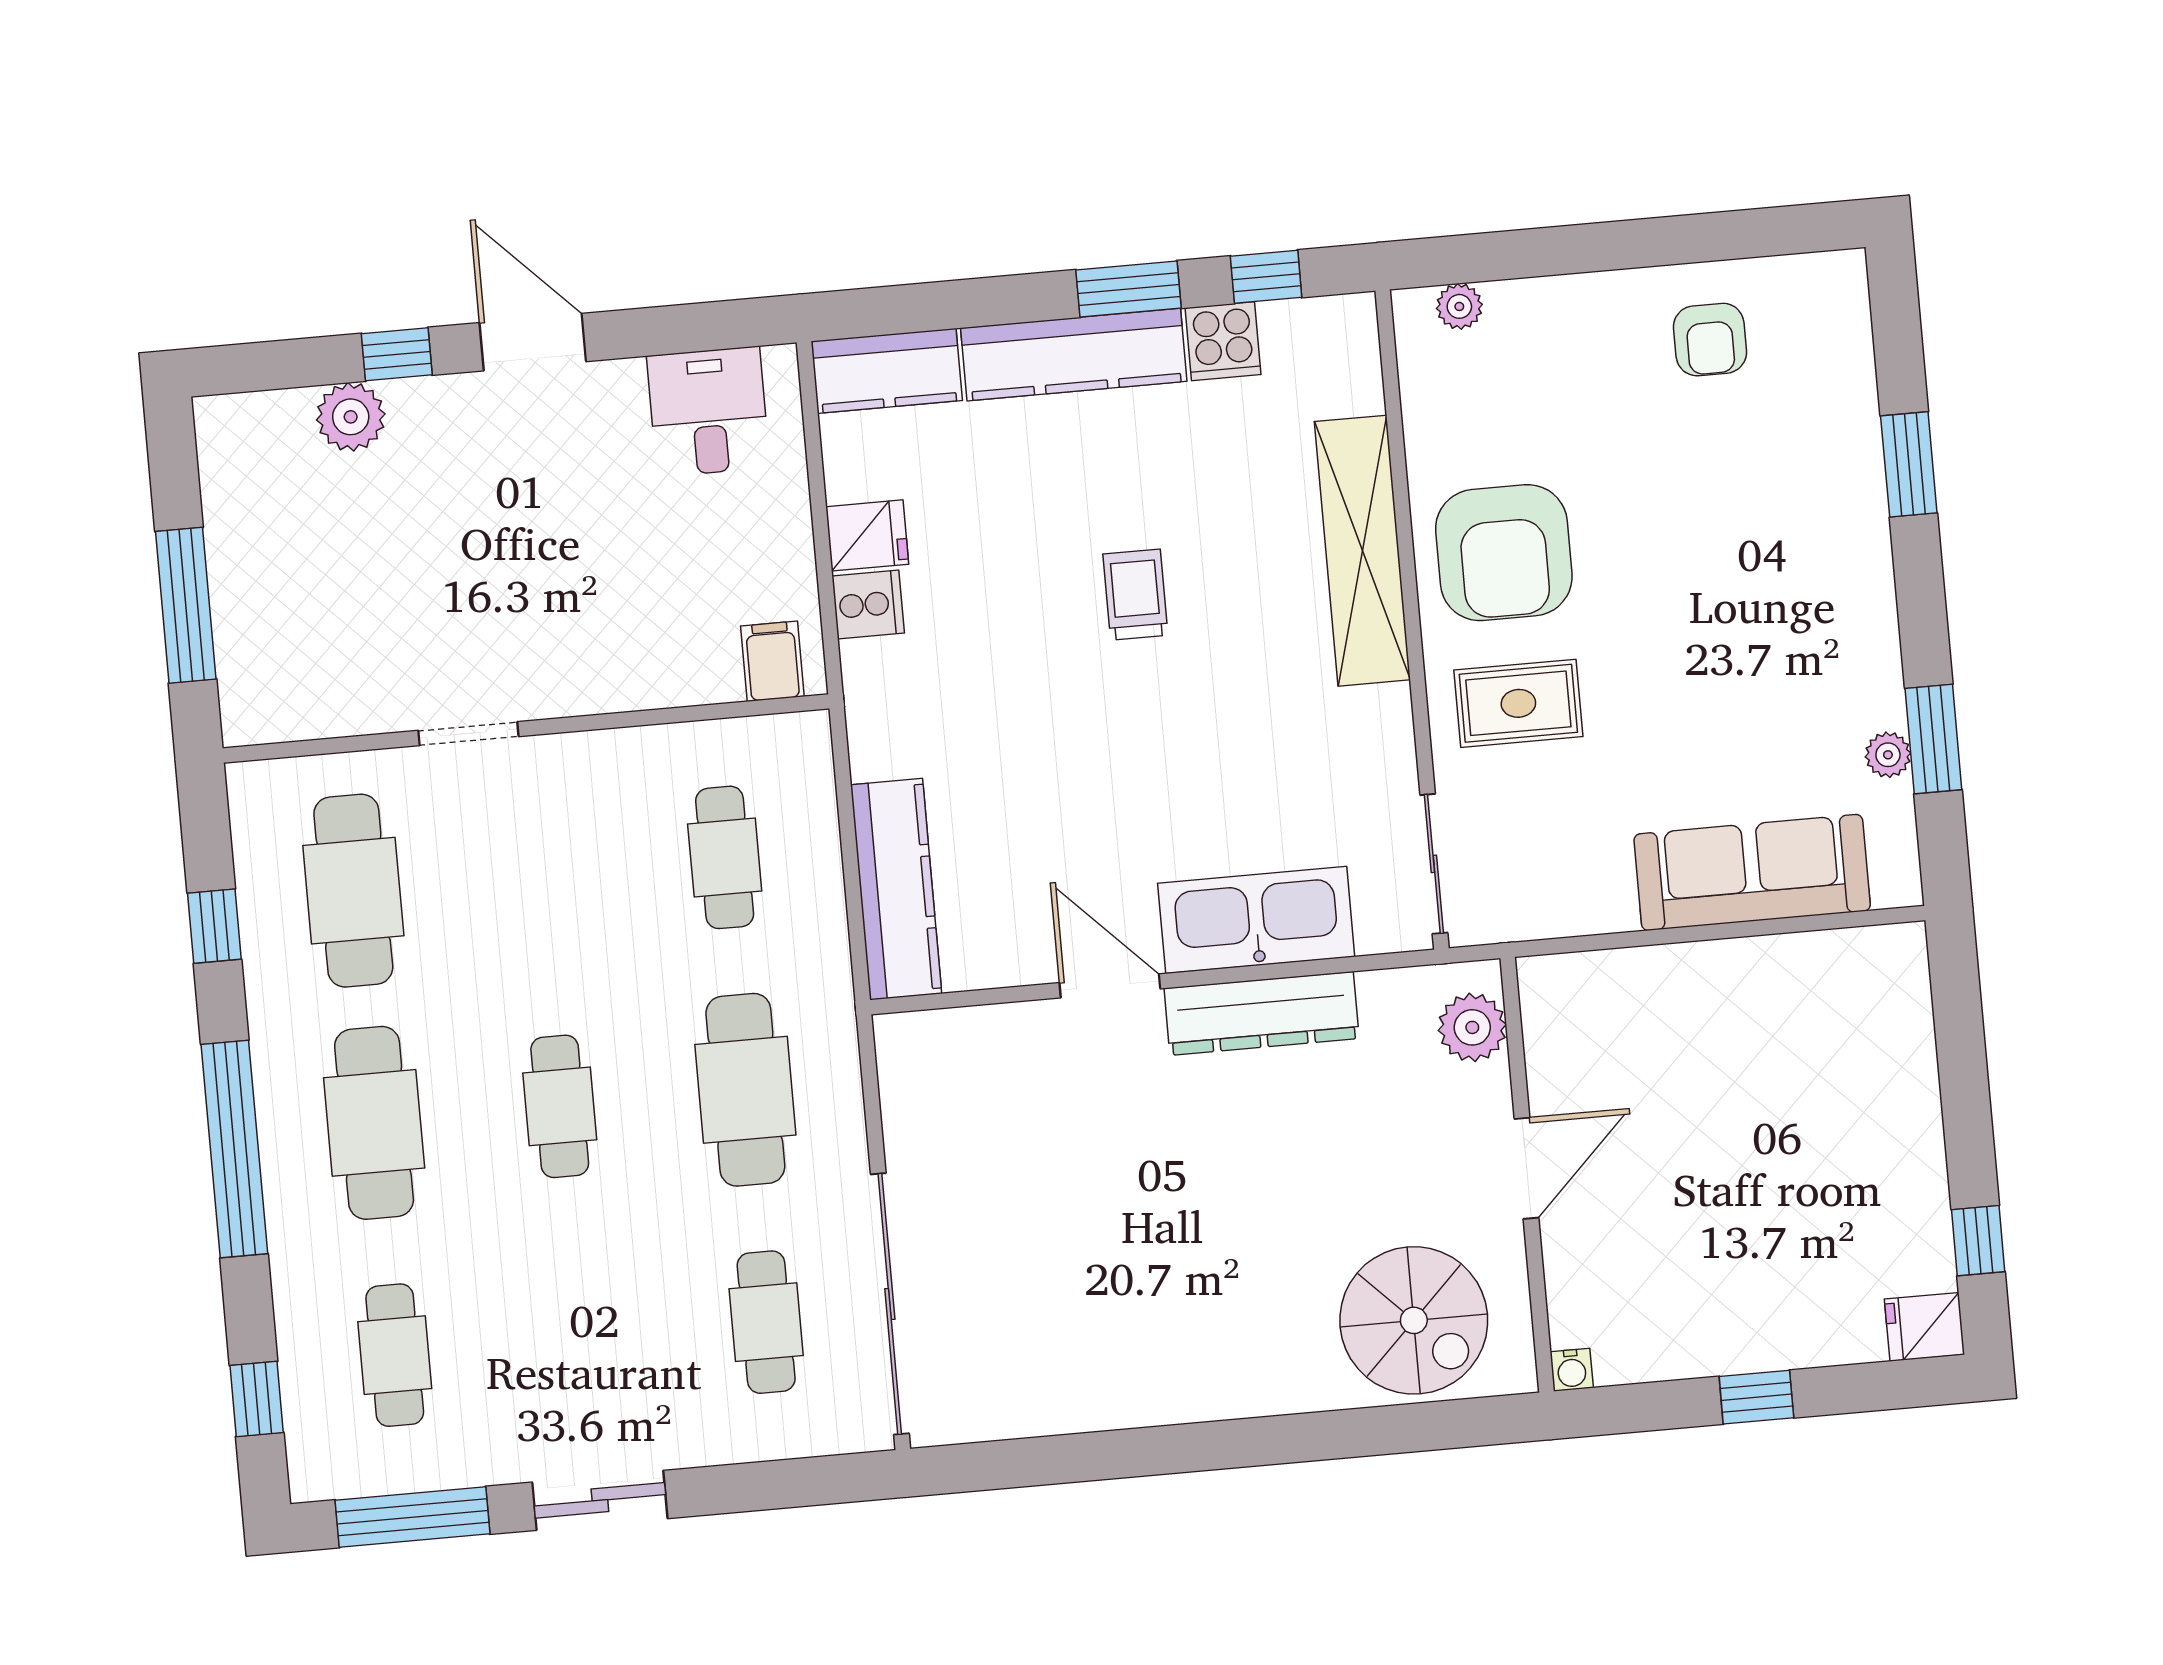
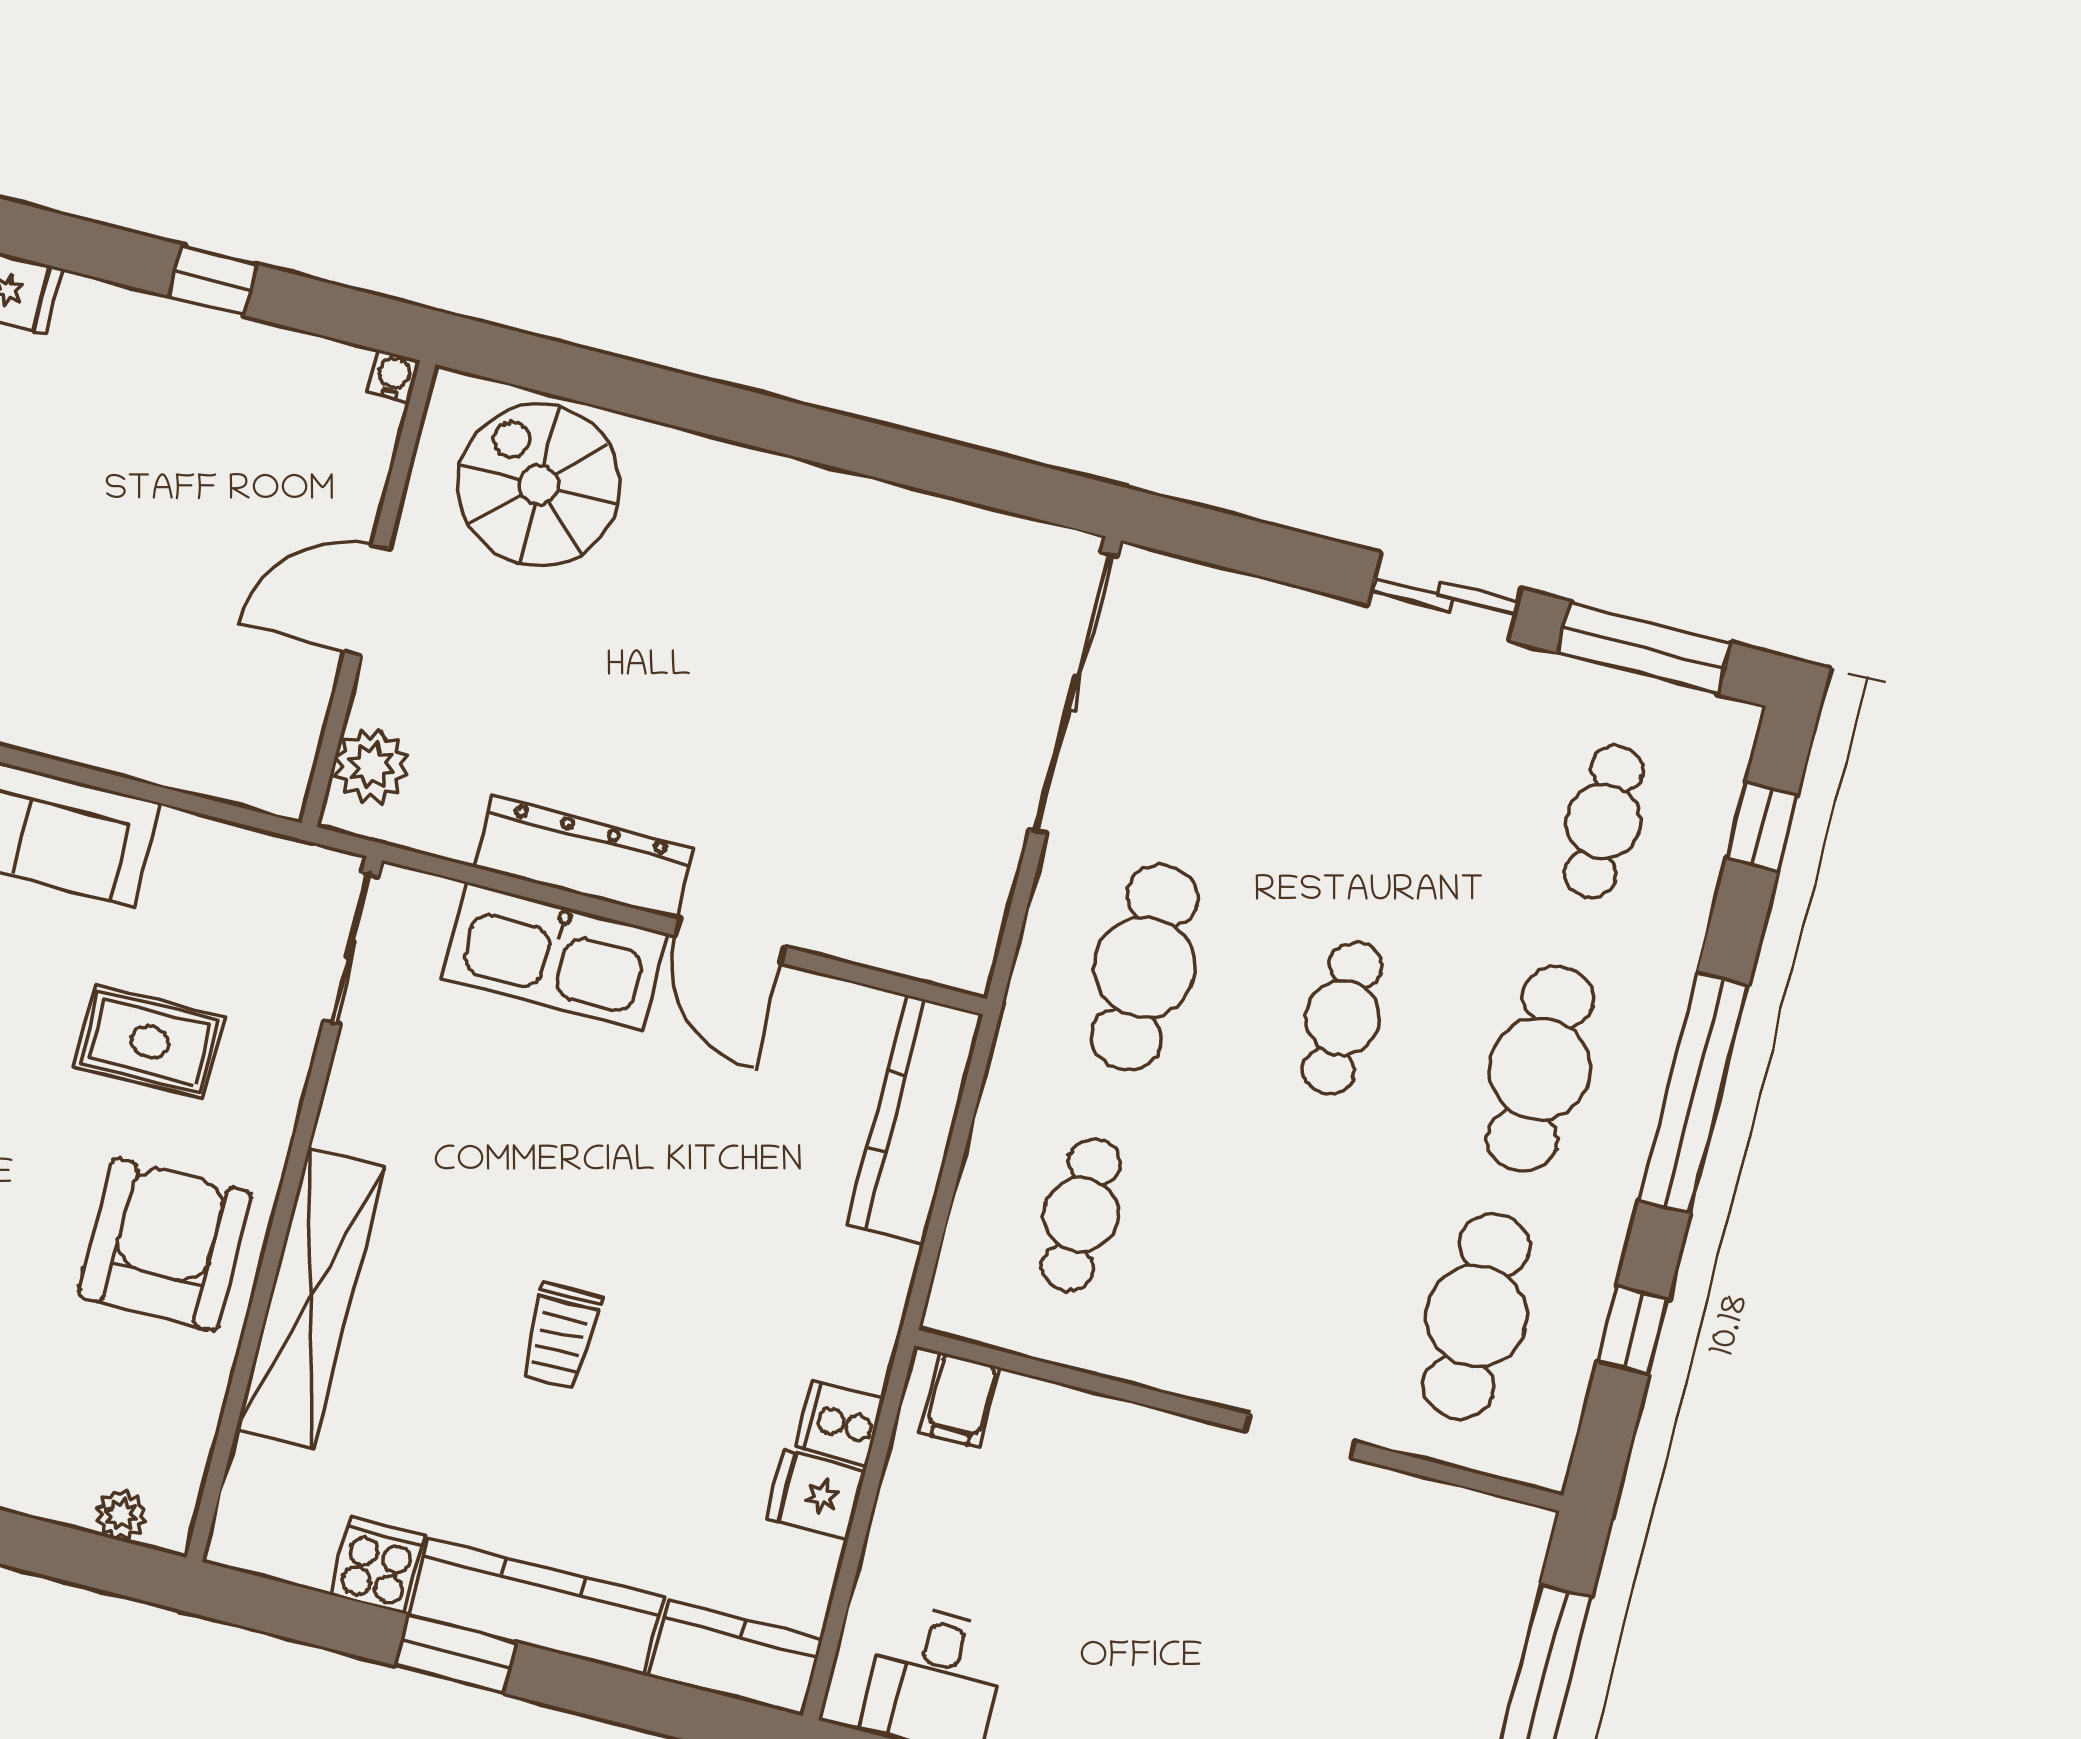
window: (1266, 277) -> (310, 1616), removed
rug: (1518, 703) -> (150, 1042), moved
cafe table: (766, 1322) -> (1208, 720), removed

